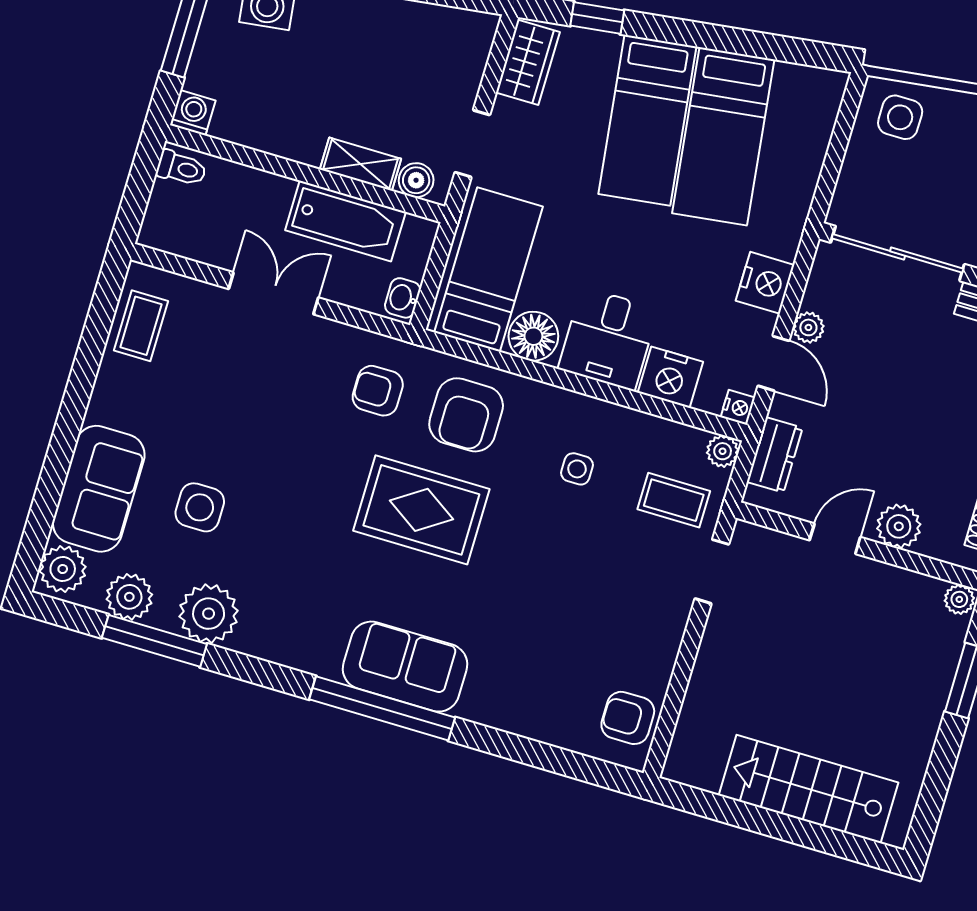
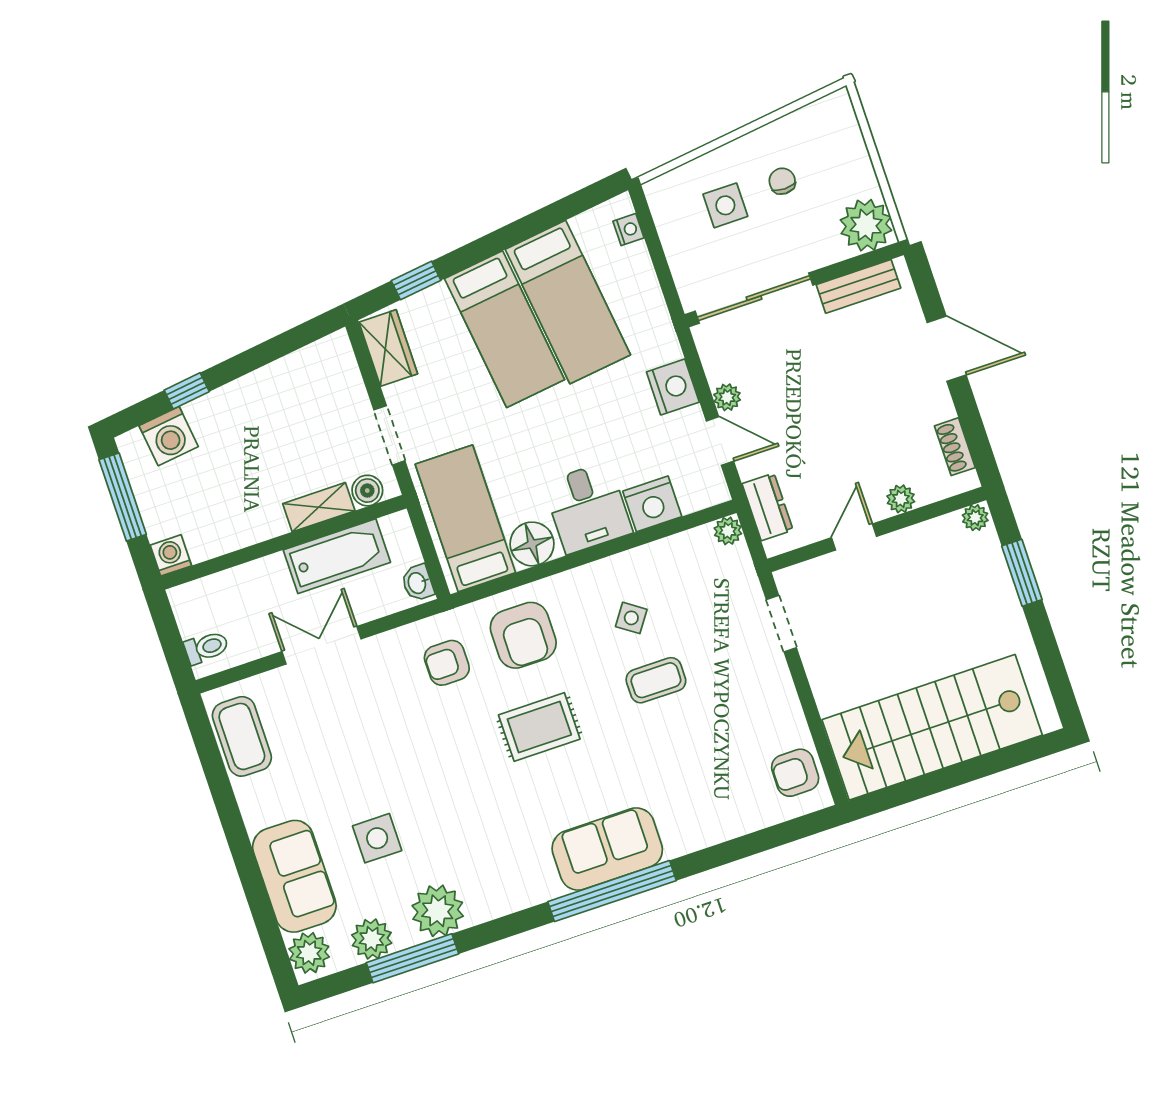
side table: (900, 117) -> (725, 205), moved
toilet: (181, 168) -> (206, 647), moved
coffee table: (141, 326) -> (242, 736), width x1.36, depth x1.30
nightstand: (738, 407) -> (628, 230), moved
side table: (577, 469) -> (631, 618), turned 35
coffee table: (674, 500) -> (656, 680), moved
rug: (421, 510) -> (539, 727), width x0.73, depth x0.70
plant: (899, 526) -> (901, 499), width x0.73, depth x0.73
stairs: (808, 789) -> (932, 727), width x1.36, depth x1.51

